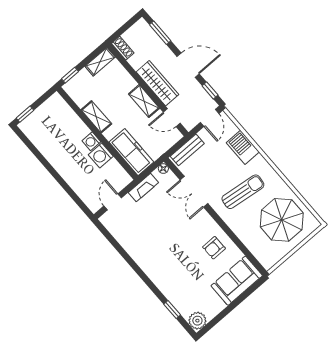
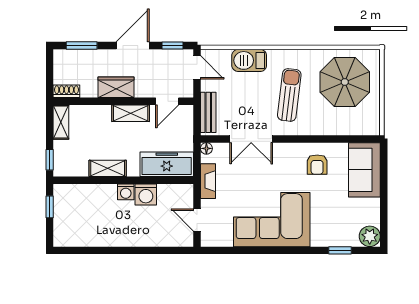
wardrobe: (157, 83) -> (116, 87), width x0.67
window: (25, 114) -> (50, 207), moved
corner sofa: (154, 249) -> (272, 220), added

